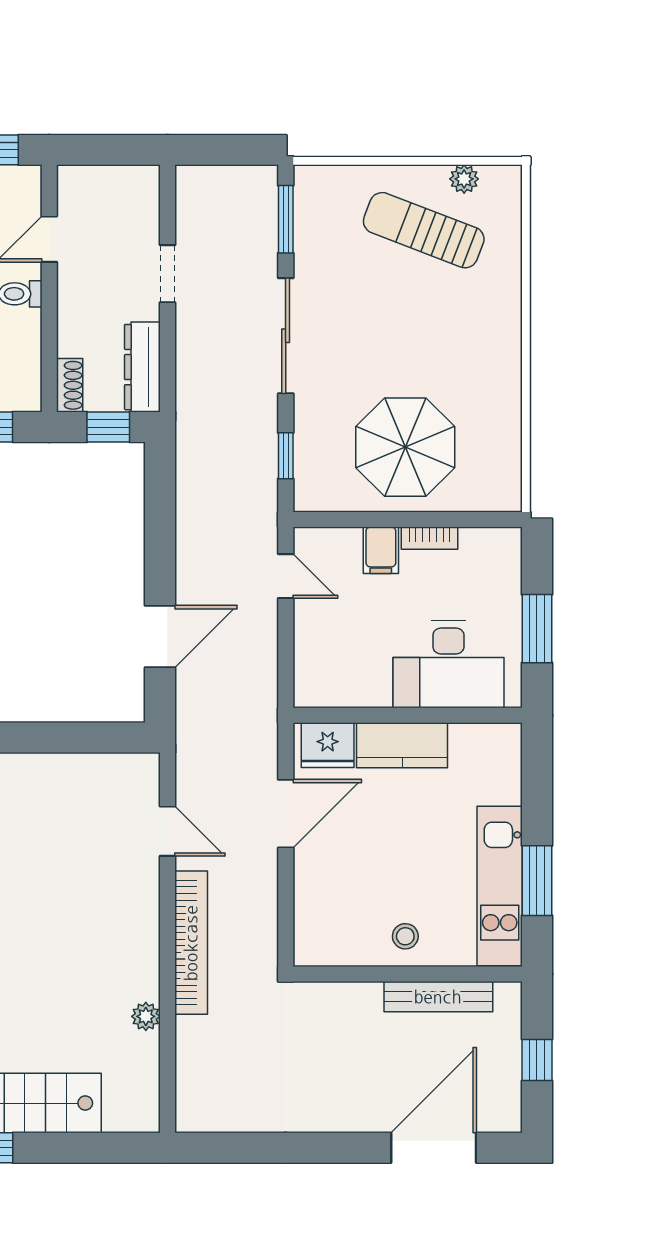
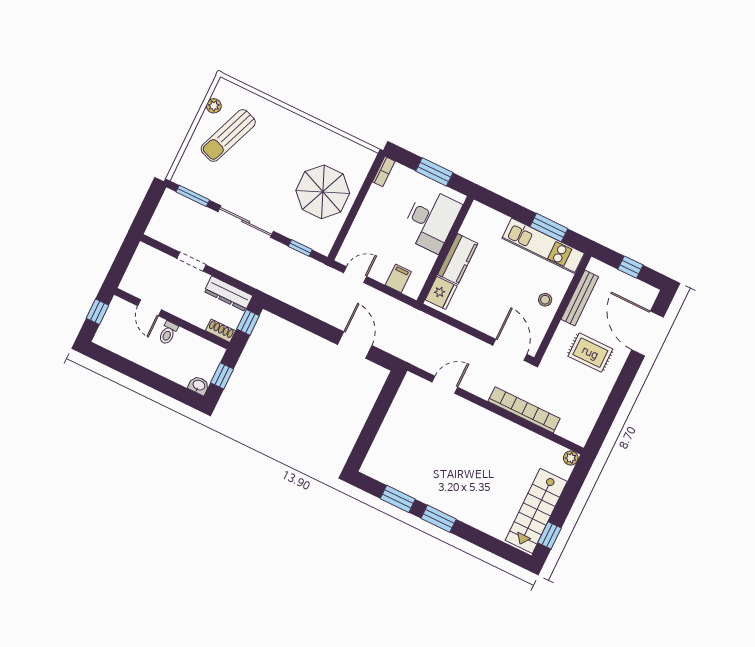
bookcase: (430, 538) -> (384, 171), moved
filing cabinet: (381, 550) -> (398, 278), moved, turned -90
door: (286, 814) -> (510, 350), moved
bookcase: (191, 943) -> (524, 410), moved
plant: (146, 1016) -> (571, 458), moved
rug: (350, 1063) -> (590, 353), added

